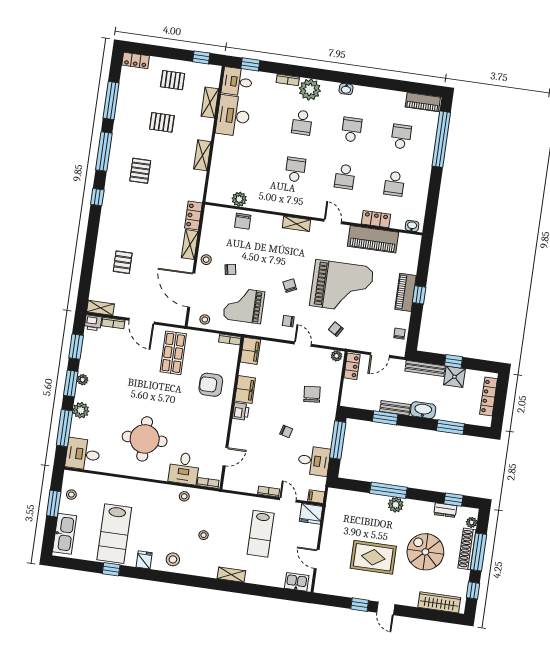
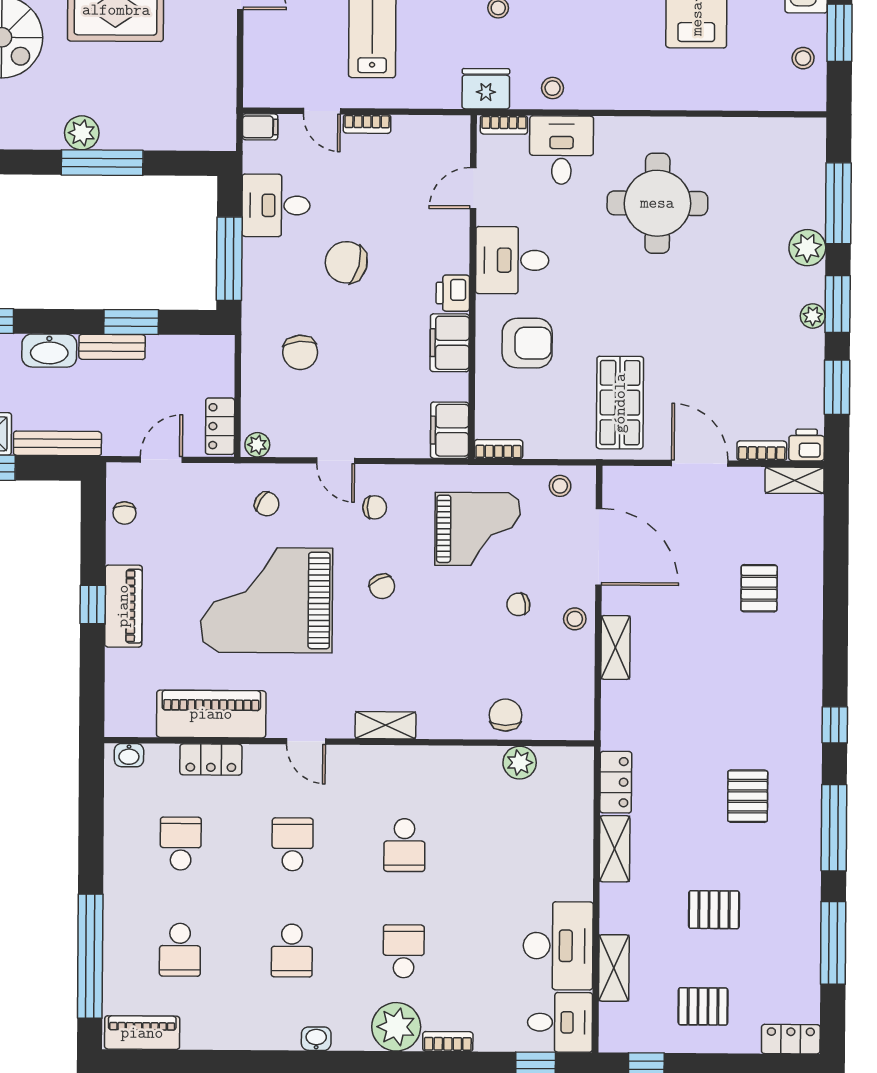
locker: (193, 215) -> (616, 782), moved
chair: (286, 431) -> (346, 262), width x1.87, depth x1.87
desk: (83, 454) -> (512, 260), moved, turned 180
fridge: (311, 514) -> (486, 89), moved

